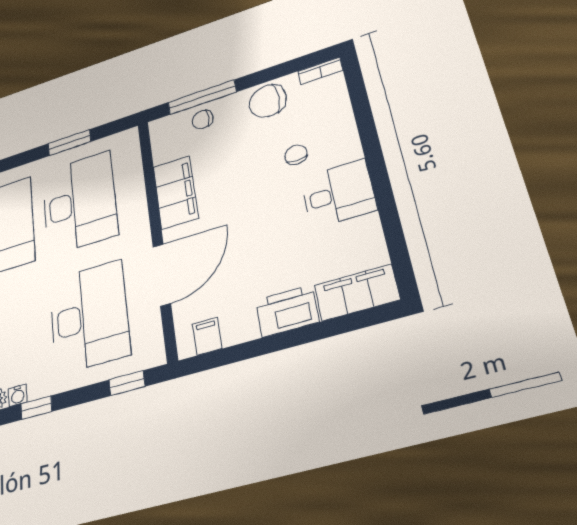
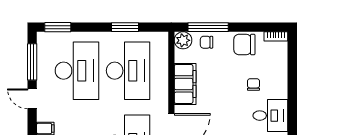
plant: (163, 130) -> (183, 40), added

